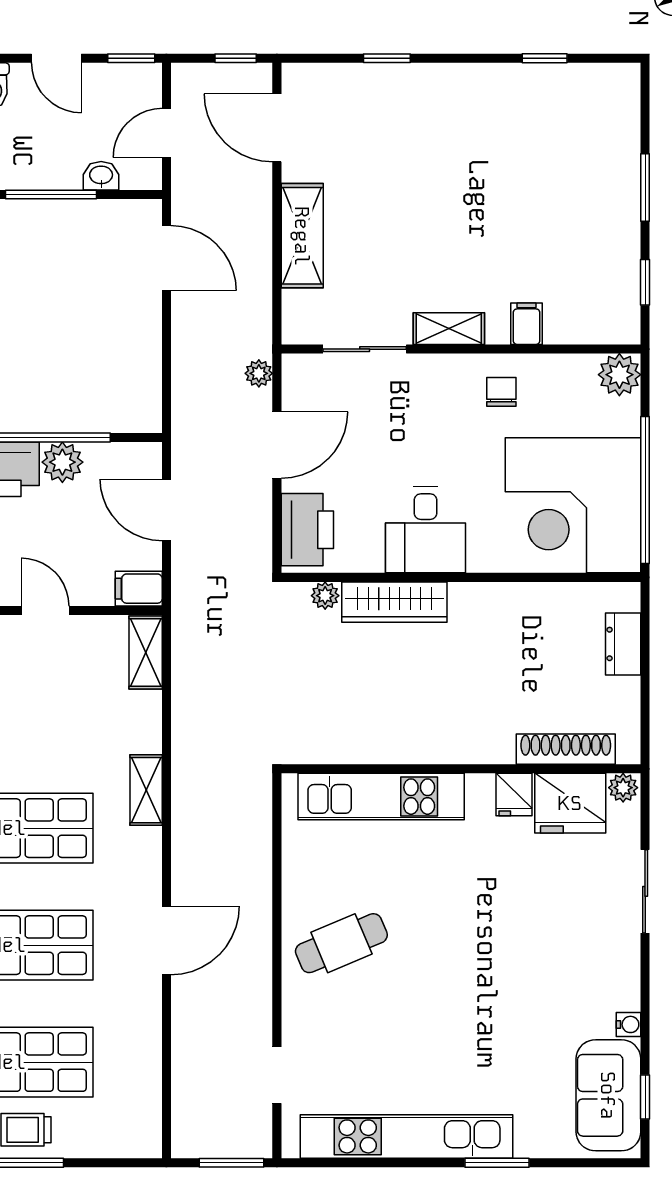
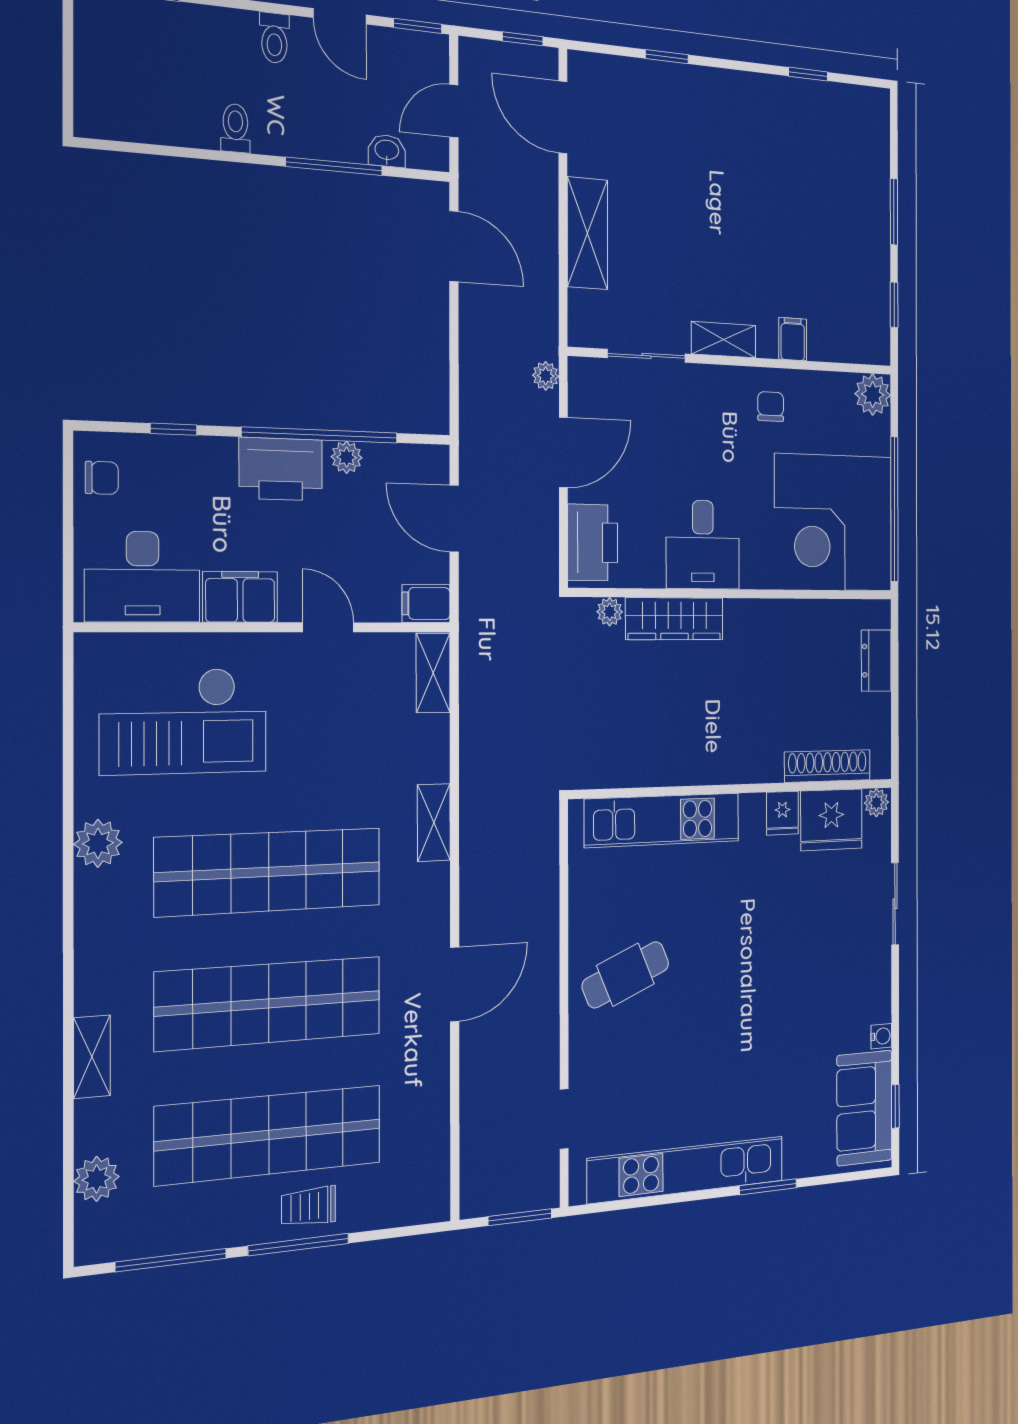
plant: (62, 462) -> (347, 457), width x0.73, depth x0.73

